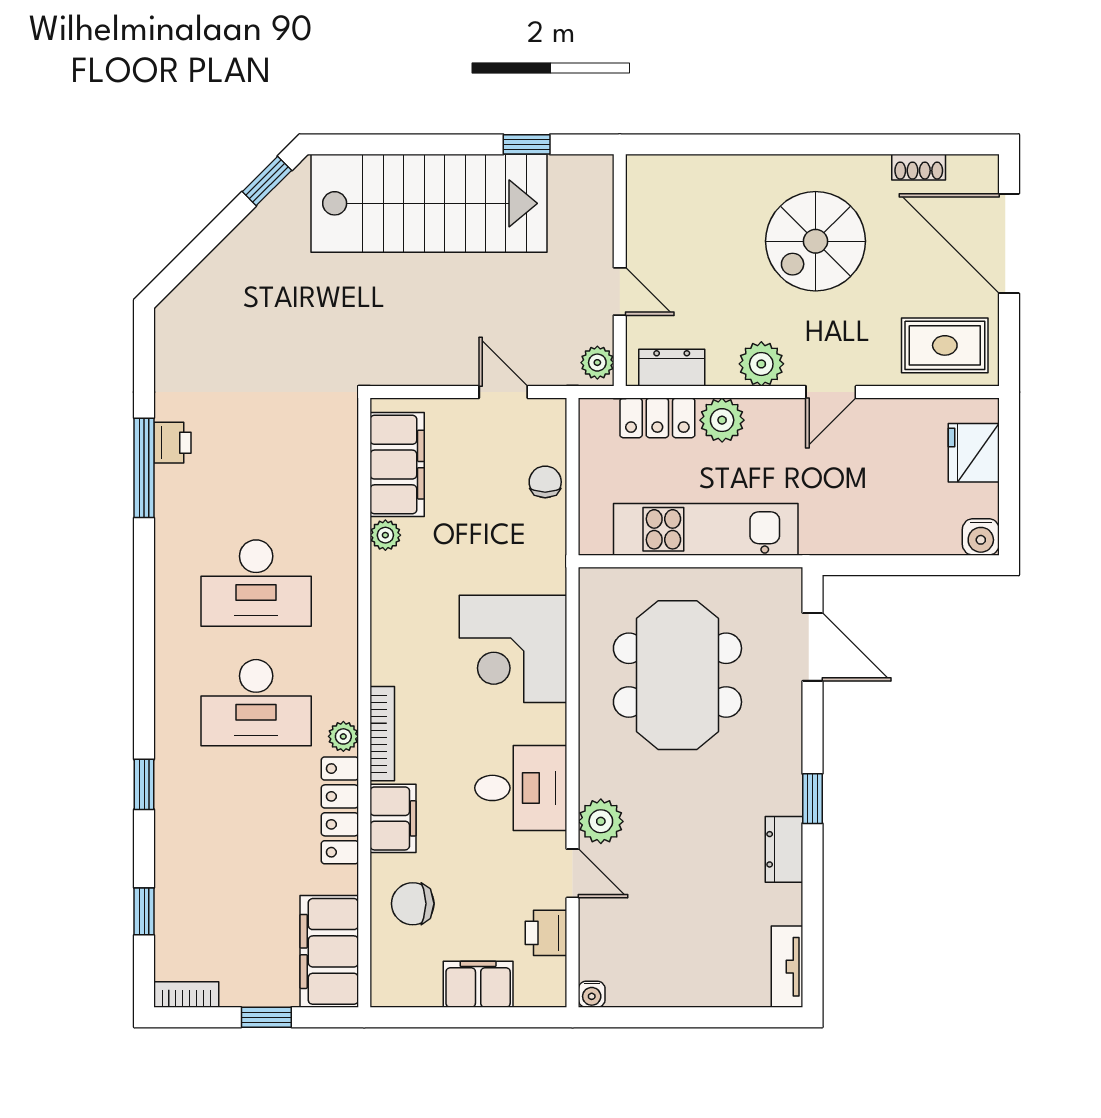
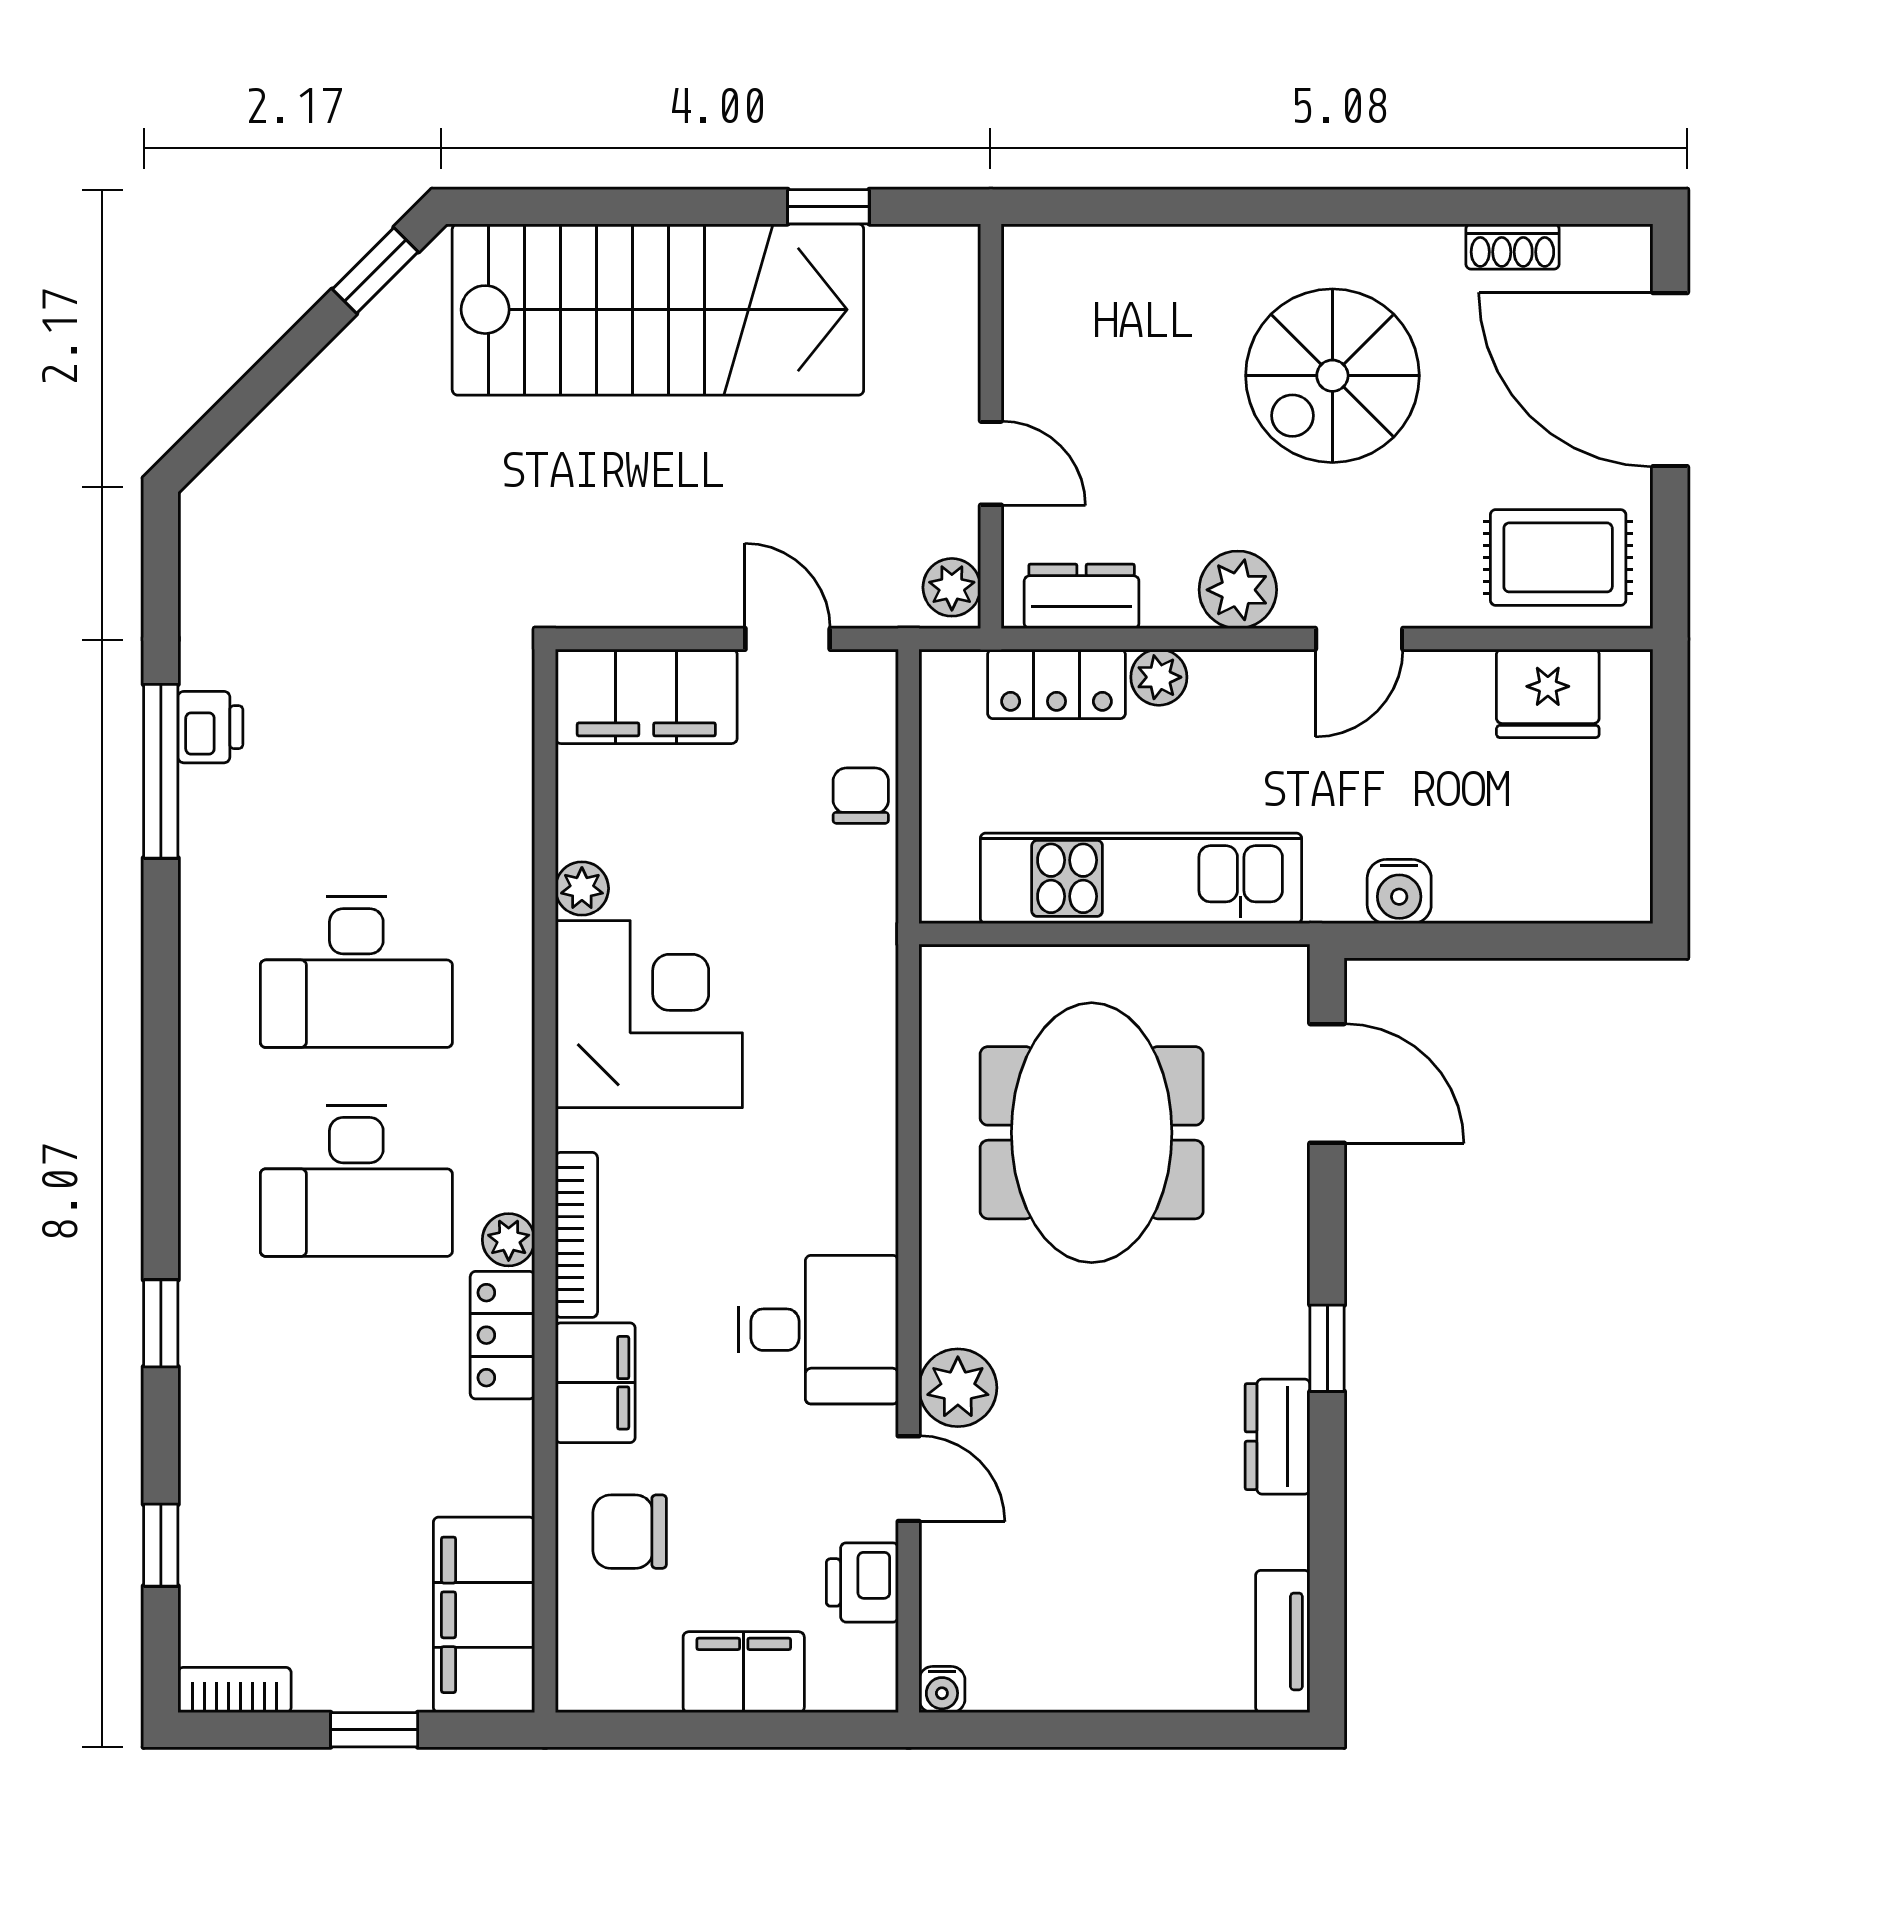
plant: (722, 420) -> (1159, 677), width x0.73, depth x0.73
fridge: (974, 453) -> (1548, 693), moved, turned -90
filing cabinet: (397, 465) -> (646, 696), moved, turned 90
water cooler: (981, 537) -> (1399, 892), moved
corner desk: (513, 649) -> (649, 1014), moved, turned 180
locker: (340, 810) -> (502, 1335), width x0.66

